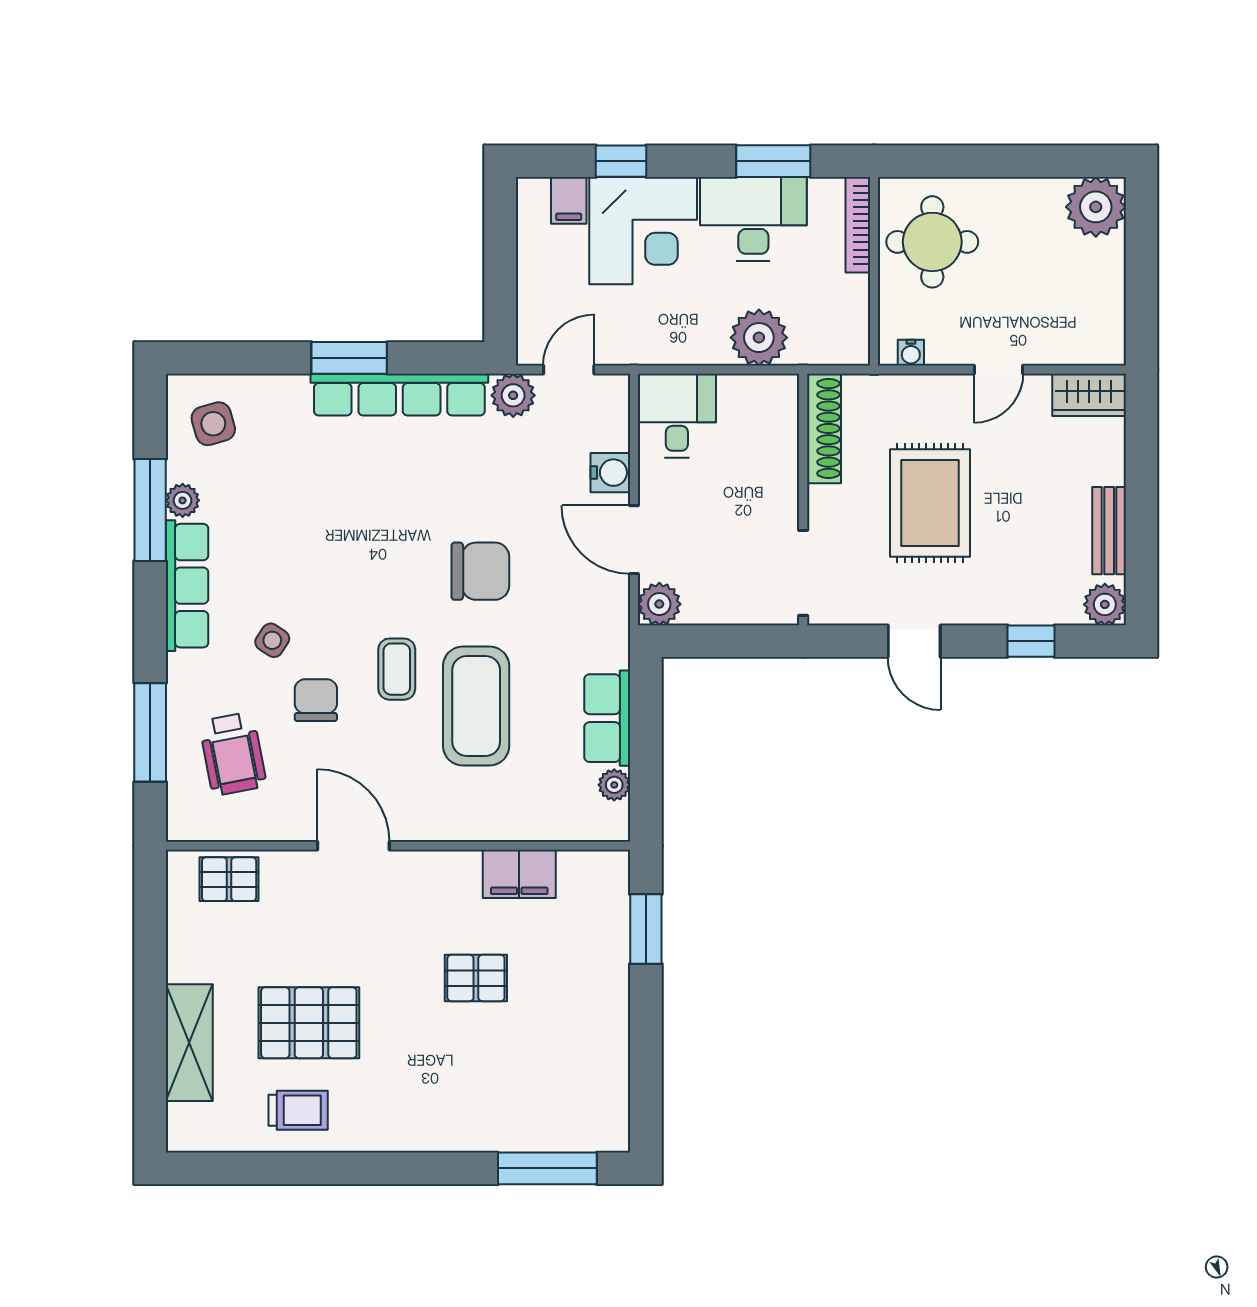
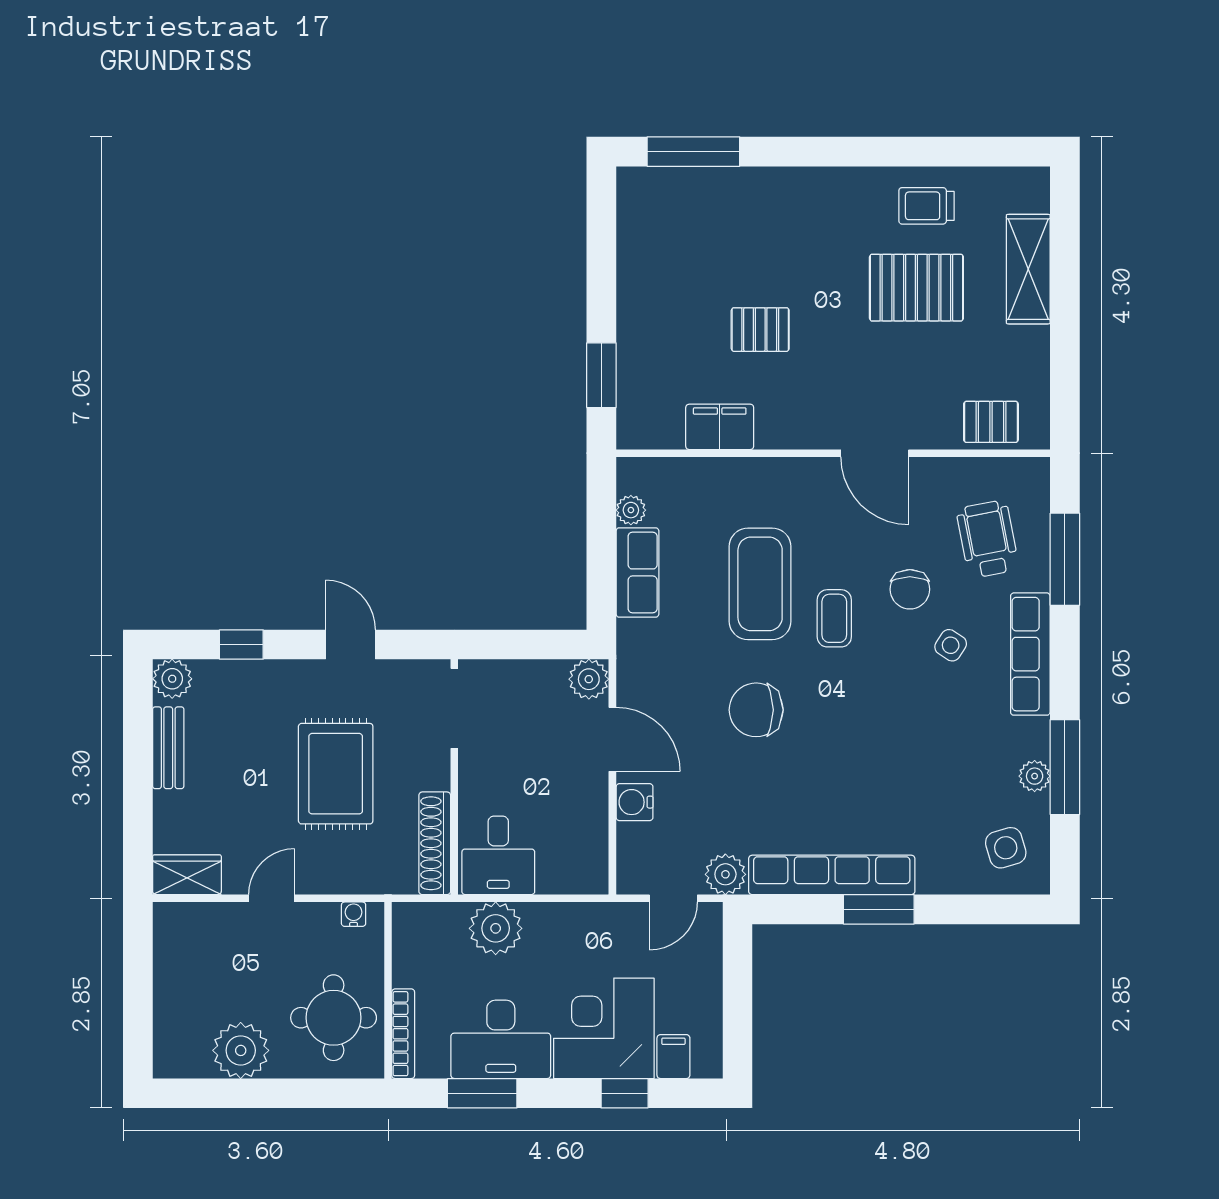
plant: (1096, 207) -> (241, 1050), moved
desk: (677, 416) -> (498, 855), moved
row of seats: (187, 586) -> (1030, 654), moved

